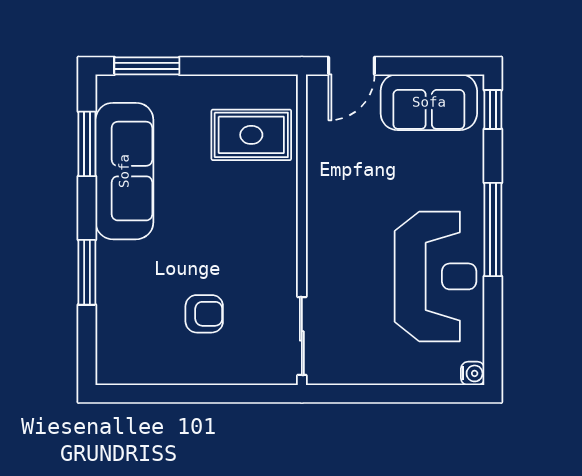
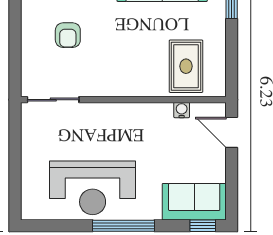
sofa: (429, 102) -> (194, 202), moved, turned 90
water cooler: (473, 373) -> (182, 110), moved, turned 180

